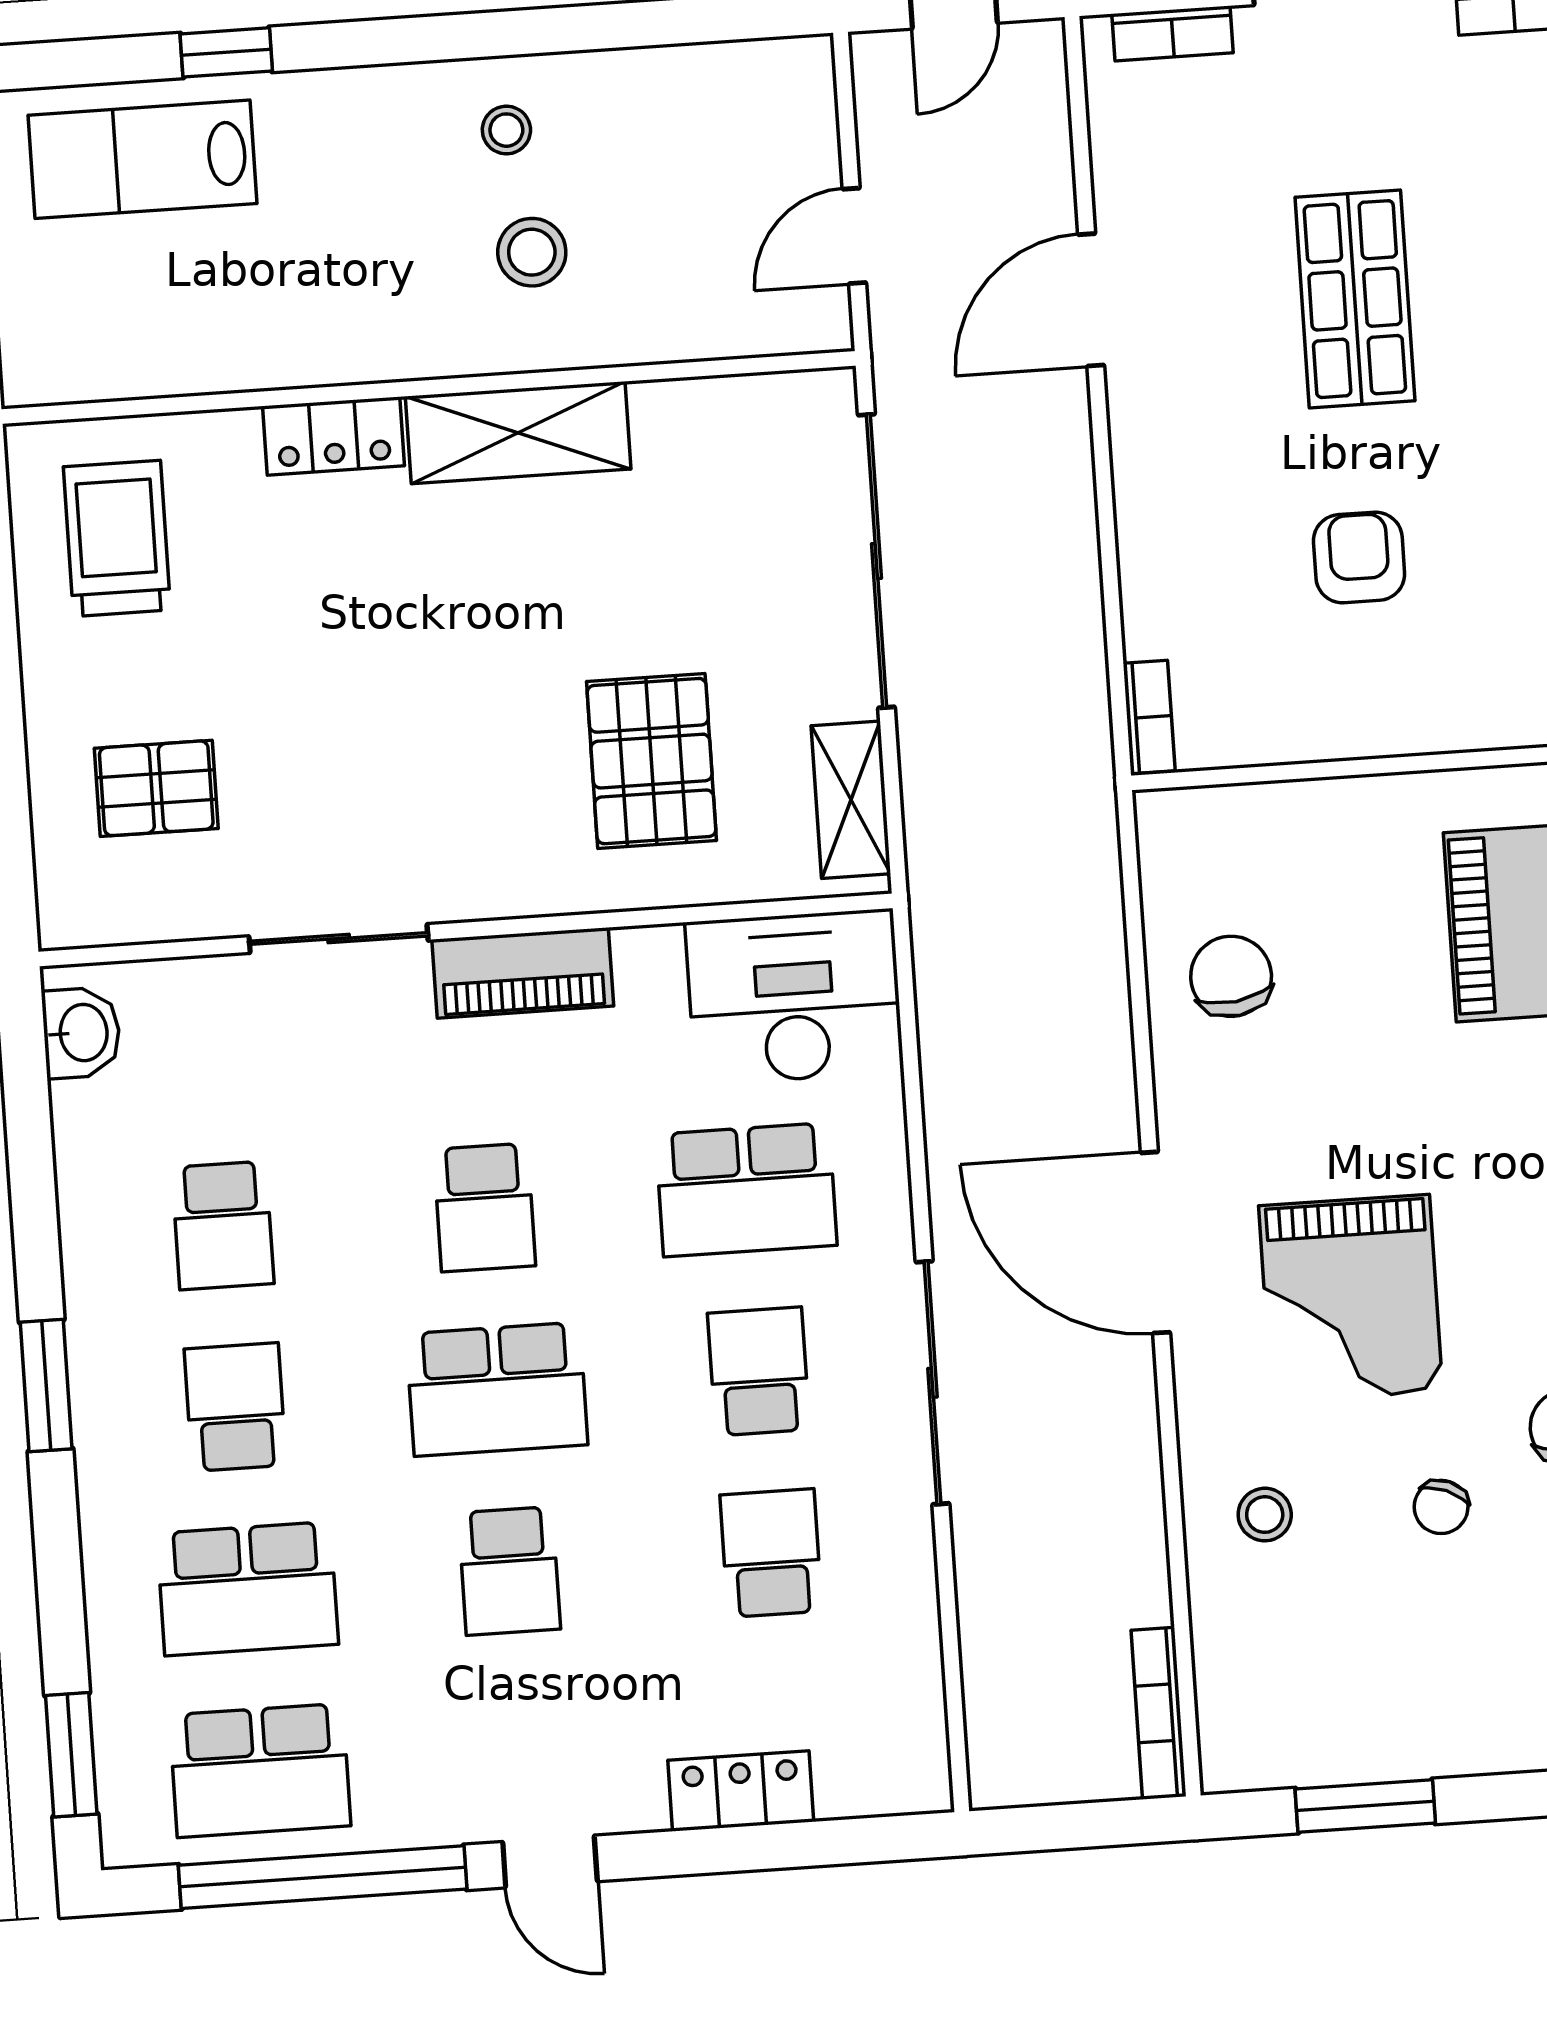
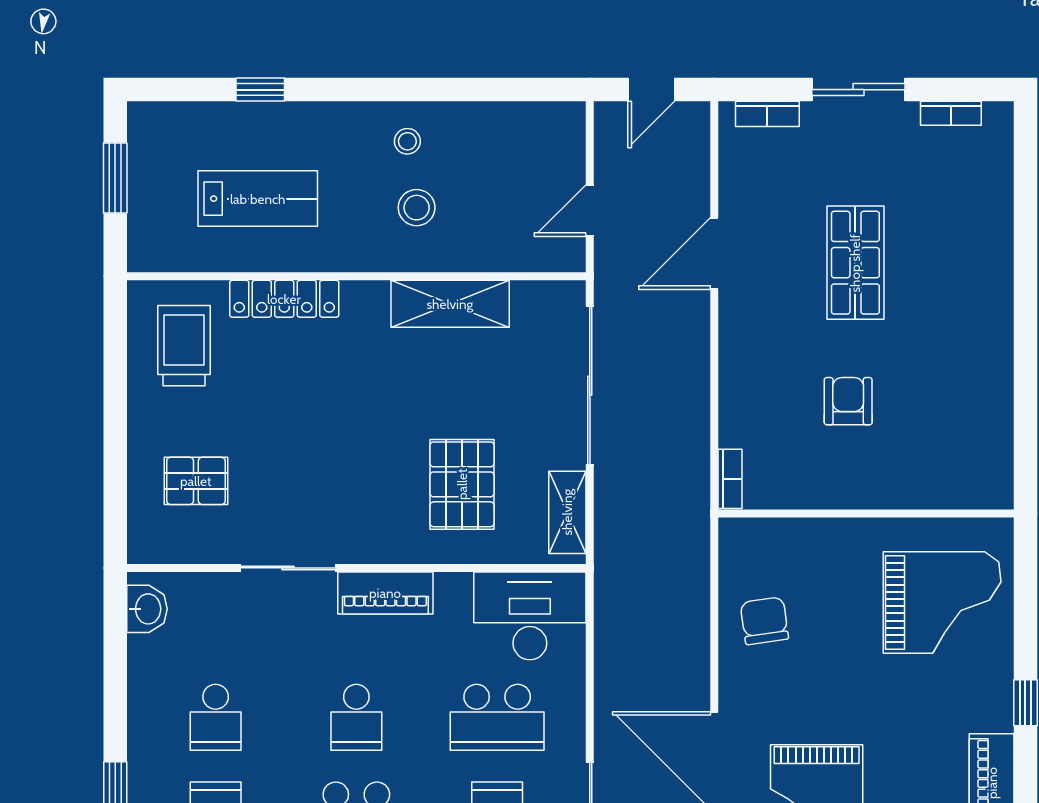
lab bench: (142, 159) -> (258, 199), moved, turned 180
shelving: (518, 433) -> (450, 304), moved
locker: (334, 436) -> (284, 299), width x1.53

